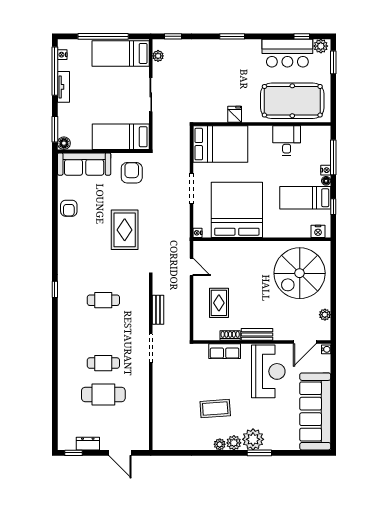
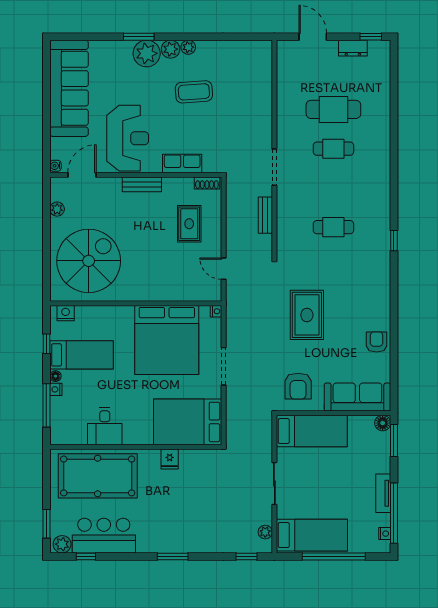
shoe rack: (230, 336) -> (207, 183), moved
reception desk: (268, 371) -> (128, 138), turned 180

